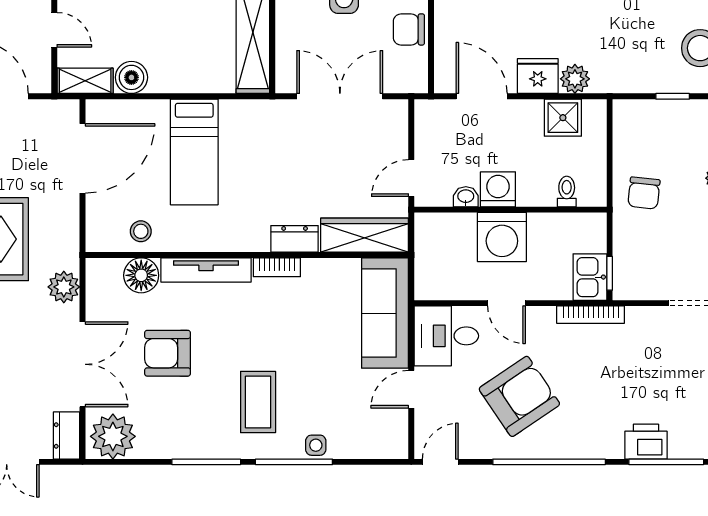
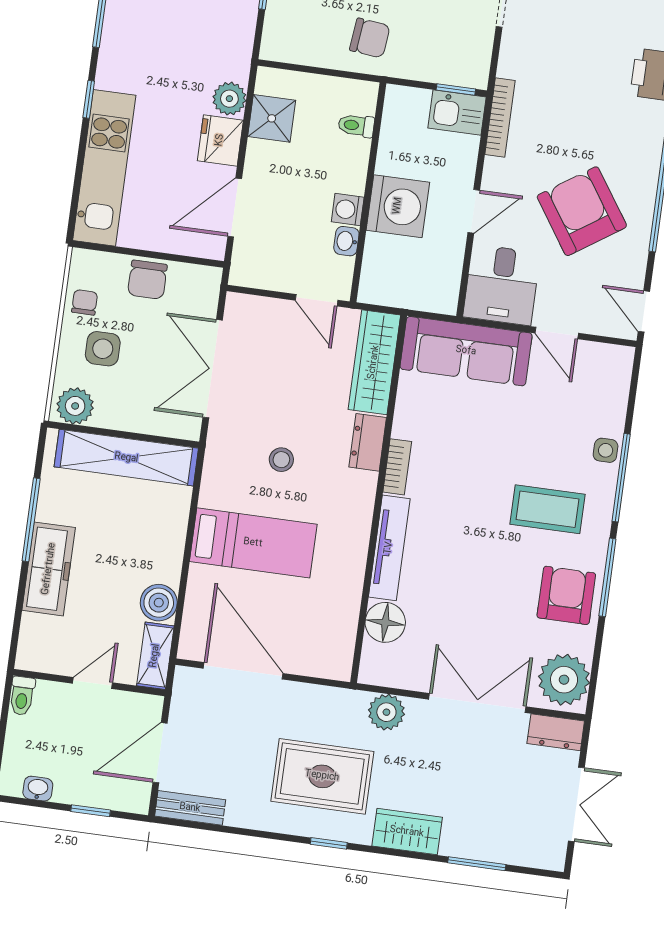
washing machine: (498, 189) -> (348, 210), width x0.73, depth x0.73
stool: (141, 231) -> (281, 460), moved
armchair: (168, 353) -> (566, 595), moved, turned 180

